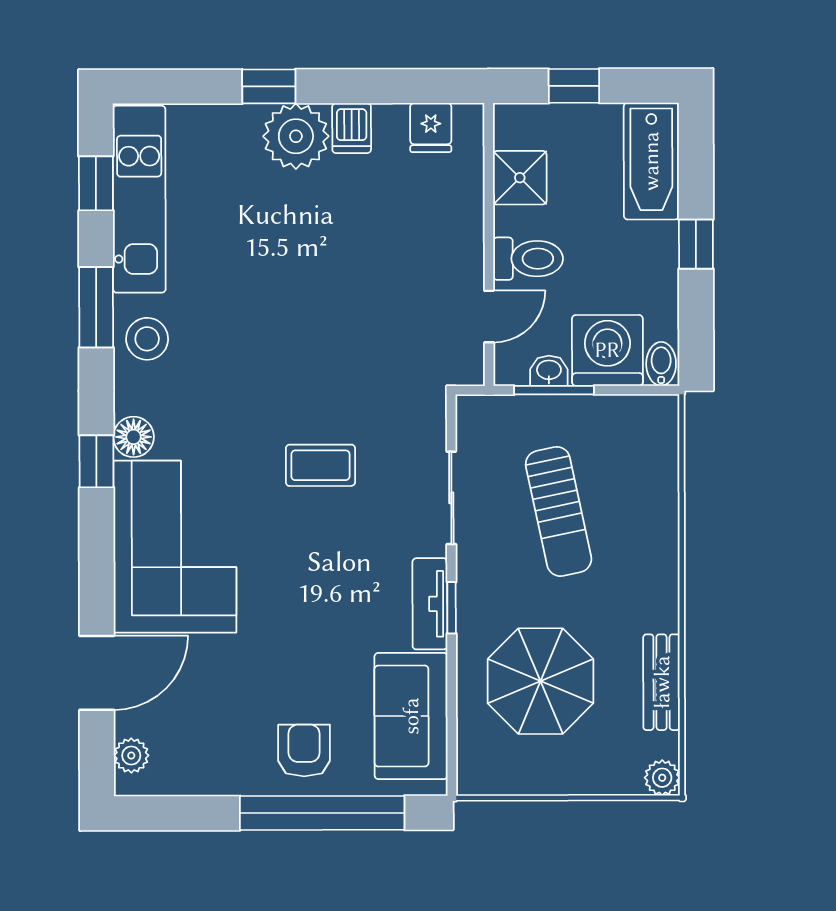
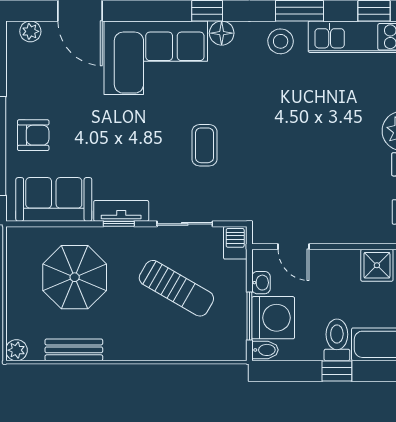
toilet: (528, 259) -> (337, 340), moved, turned 180
window: (554, 390) -> (249, 316), moved
barbecue: (483, 414) -> (235, 243), added
sun lounger: (559, 512) -> (176, 288), turned -138

